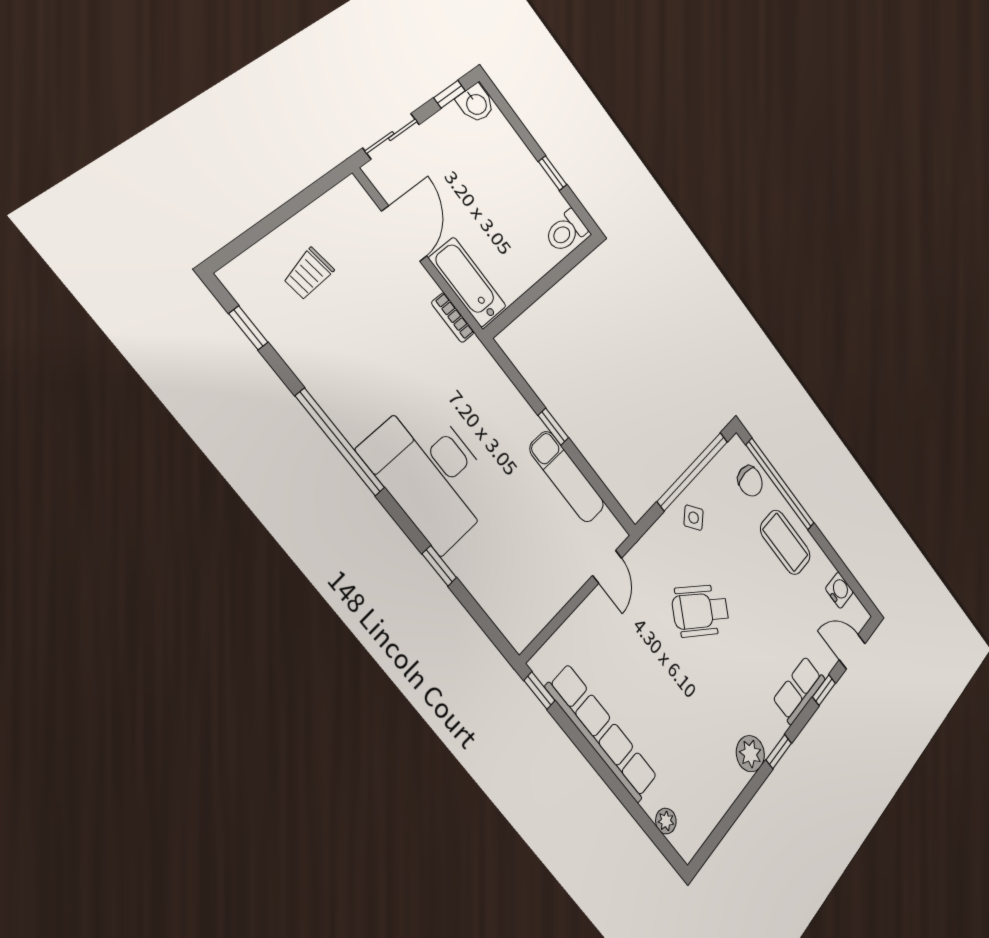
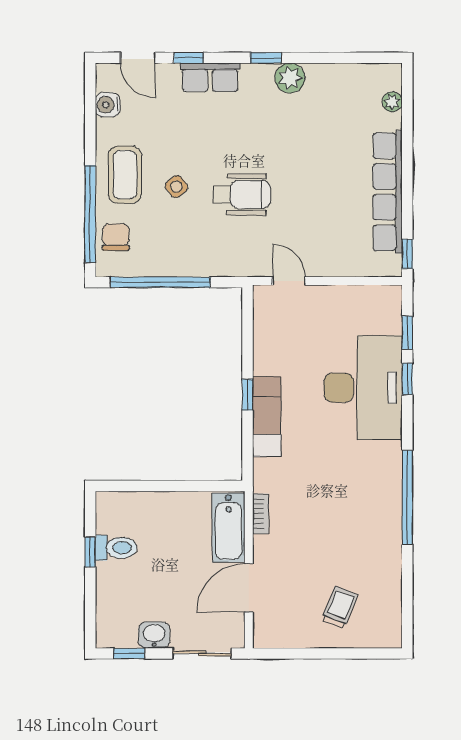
washbasin: (476, 104) -> (154, 635), moved
toilet: (566, 231) -> (116, 548), moved
trolley: (309, 274) -> (340, 607), turned -59
window: (248, 328) -> (407, 333), moved
desk: (431, 473) -> (363, 388), moved
exam couch: (567, 477) -> (267, 417), moved
side table: (694, 518) -> (176, 187), moved
door: (607, 567) -> (289, 281), hinge flipped
wheelchair: (701, 611) -> (242, 194), turned -36

